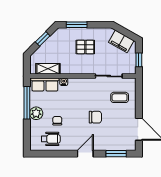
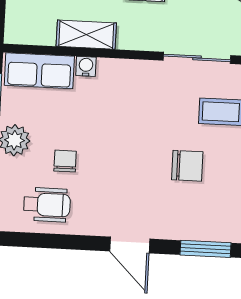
shelving: (48, 69) -> (86, 35), moved
chair: (95, 117) -> (187, 166), moved
door: (85, 154) -> (130, 245), swing flipped

